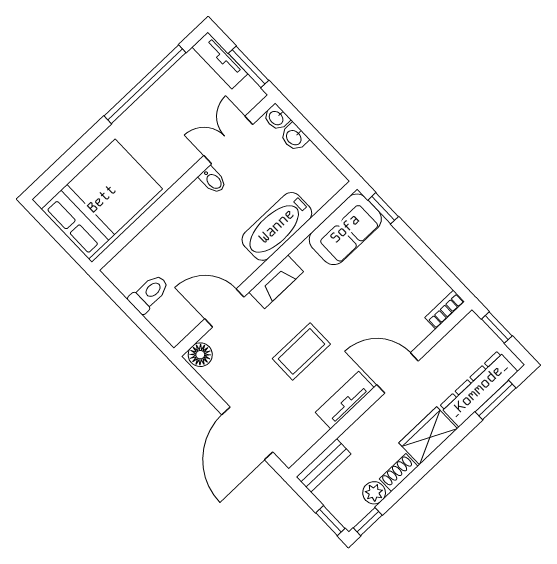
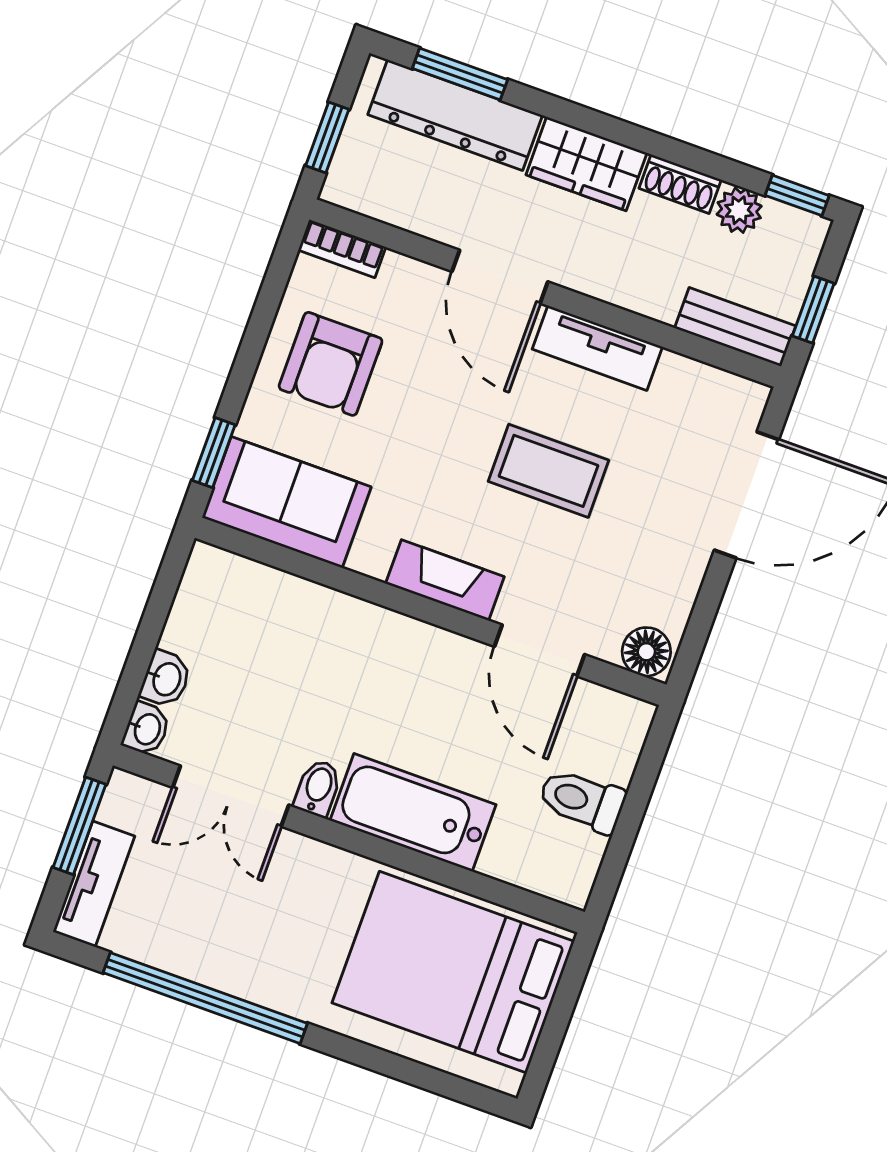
bathtub: (277, 226) -> (413, 812), moved, turned 180
armchair: (397, 279) -> (331, 364), added
window: (330, 521) -> (813, 310), moved

